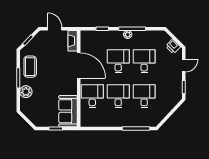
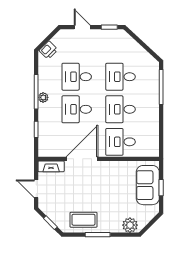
door: (55, 29) -> (36, 189), hinge flipped
printer: (173, 46) -> (49, 50), moved
plant: (26, 92) -> (130, 225), moved
sofa: (68, 111) -> (148, 185), moved, turned 90

